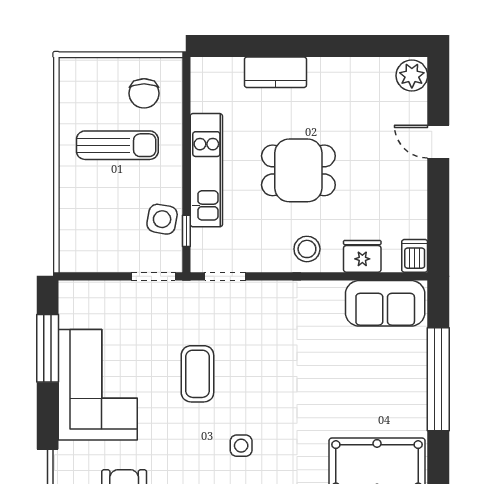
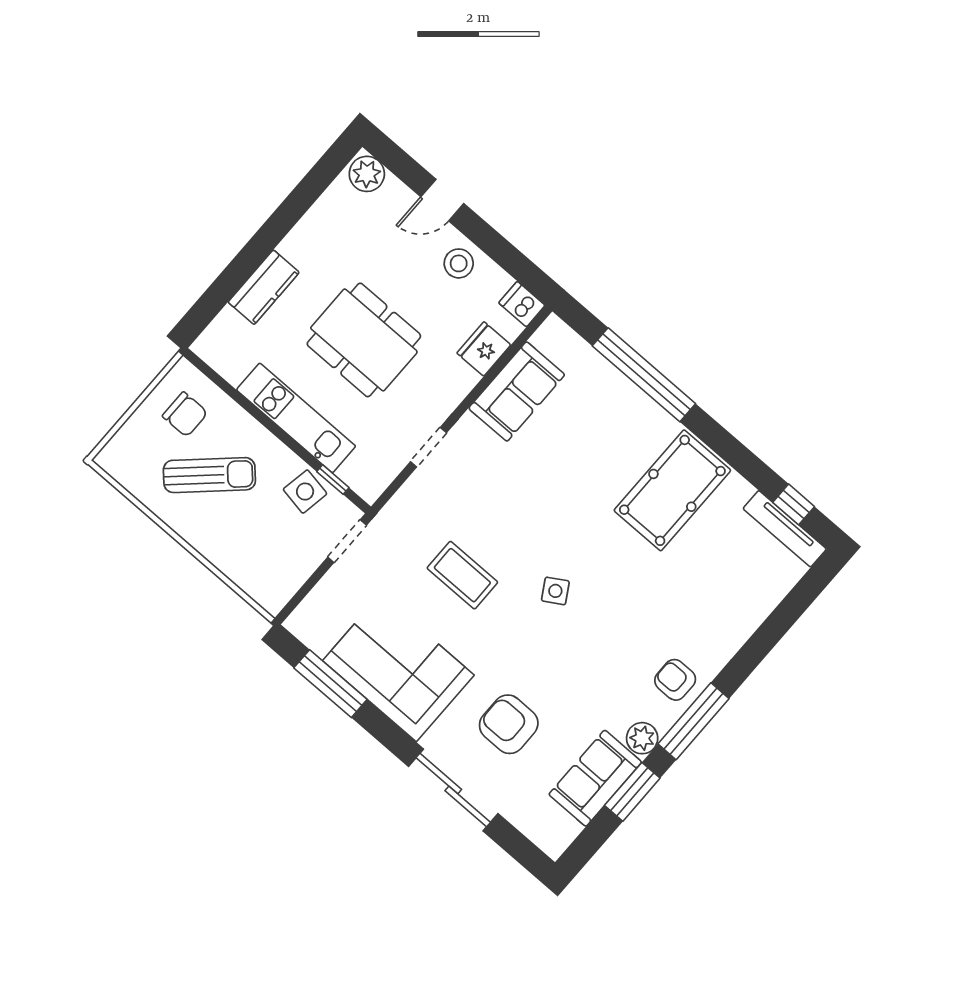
sun lounger: (117, 145) -> (209, 475), turned 47
dining table: (298, 170) -> (364, 340), width x1.38
stool: (307, 249) -> (459, 263), moved
doorway: (225, 276) -> (428, 447), moved
sofa: (385, 303) -> (517, 391), moved
side table: (241, 446) -> (555, 591), turned -31

